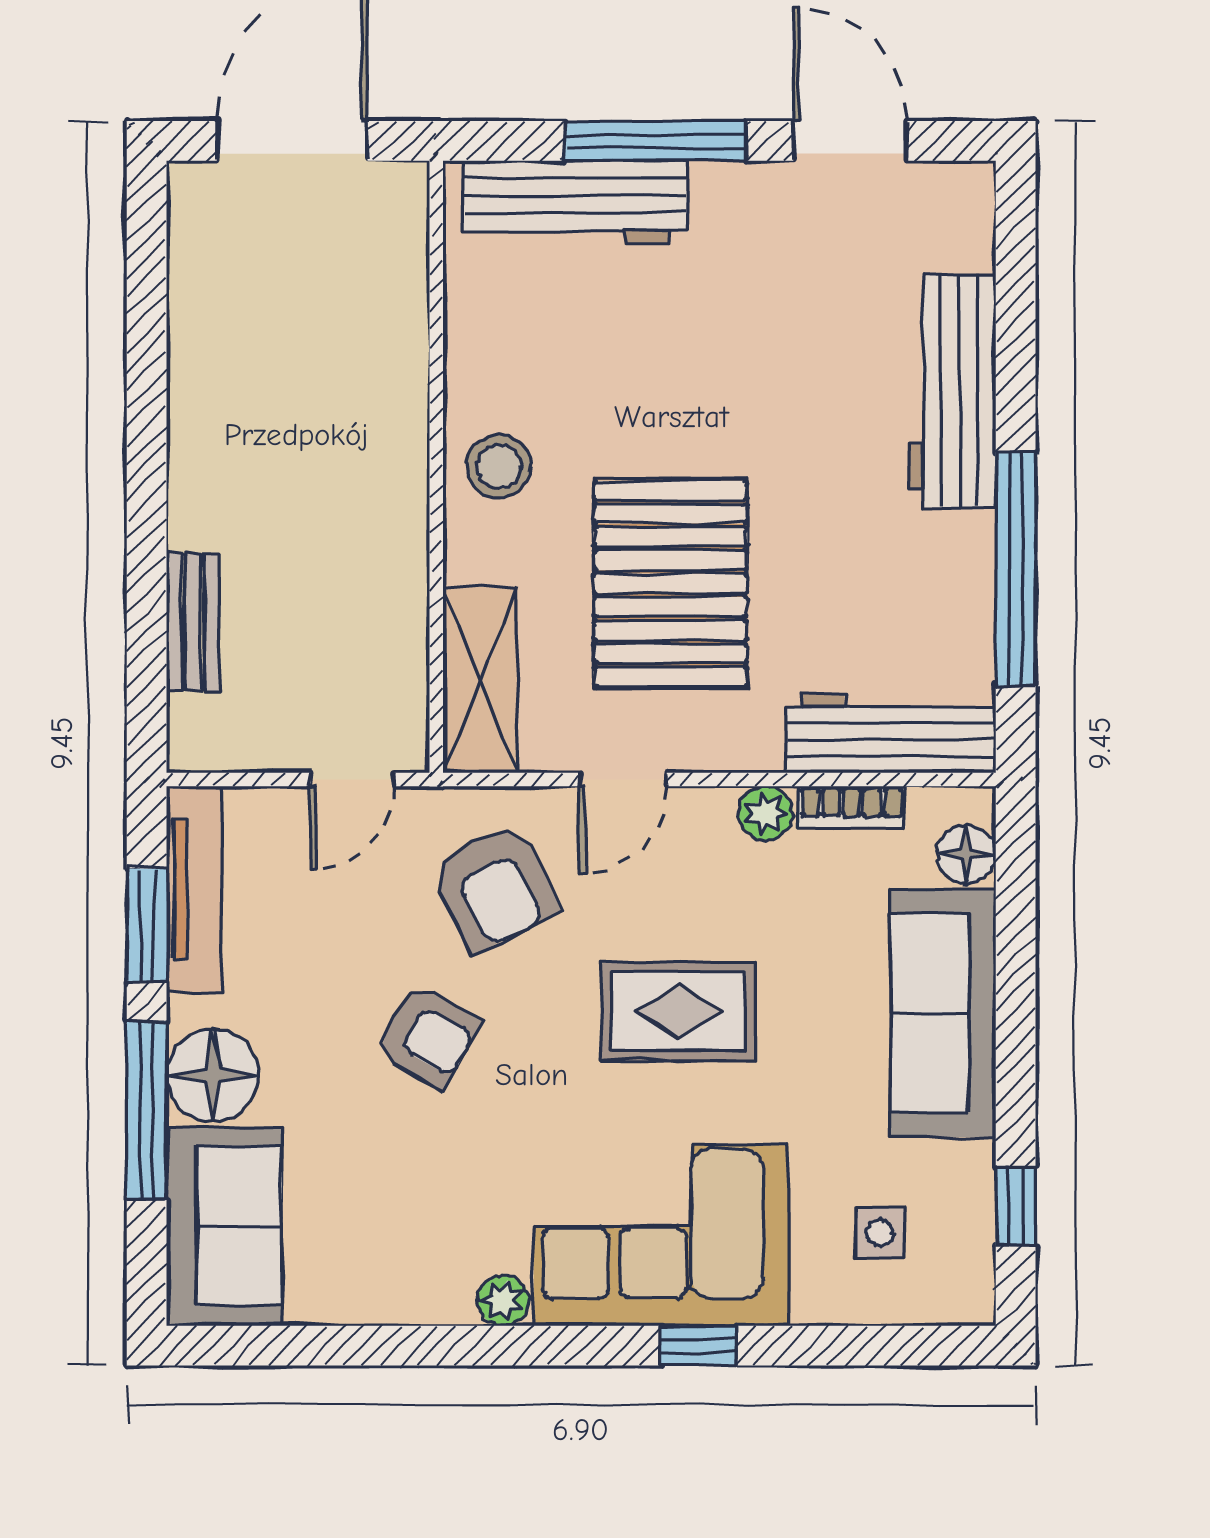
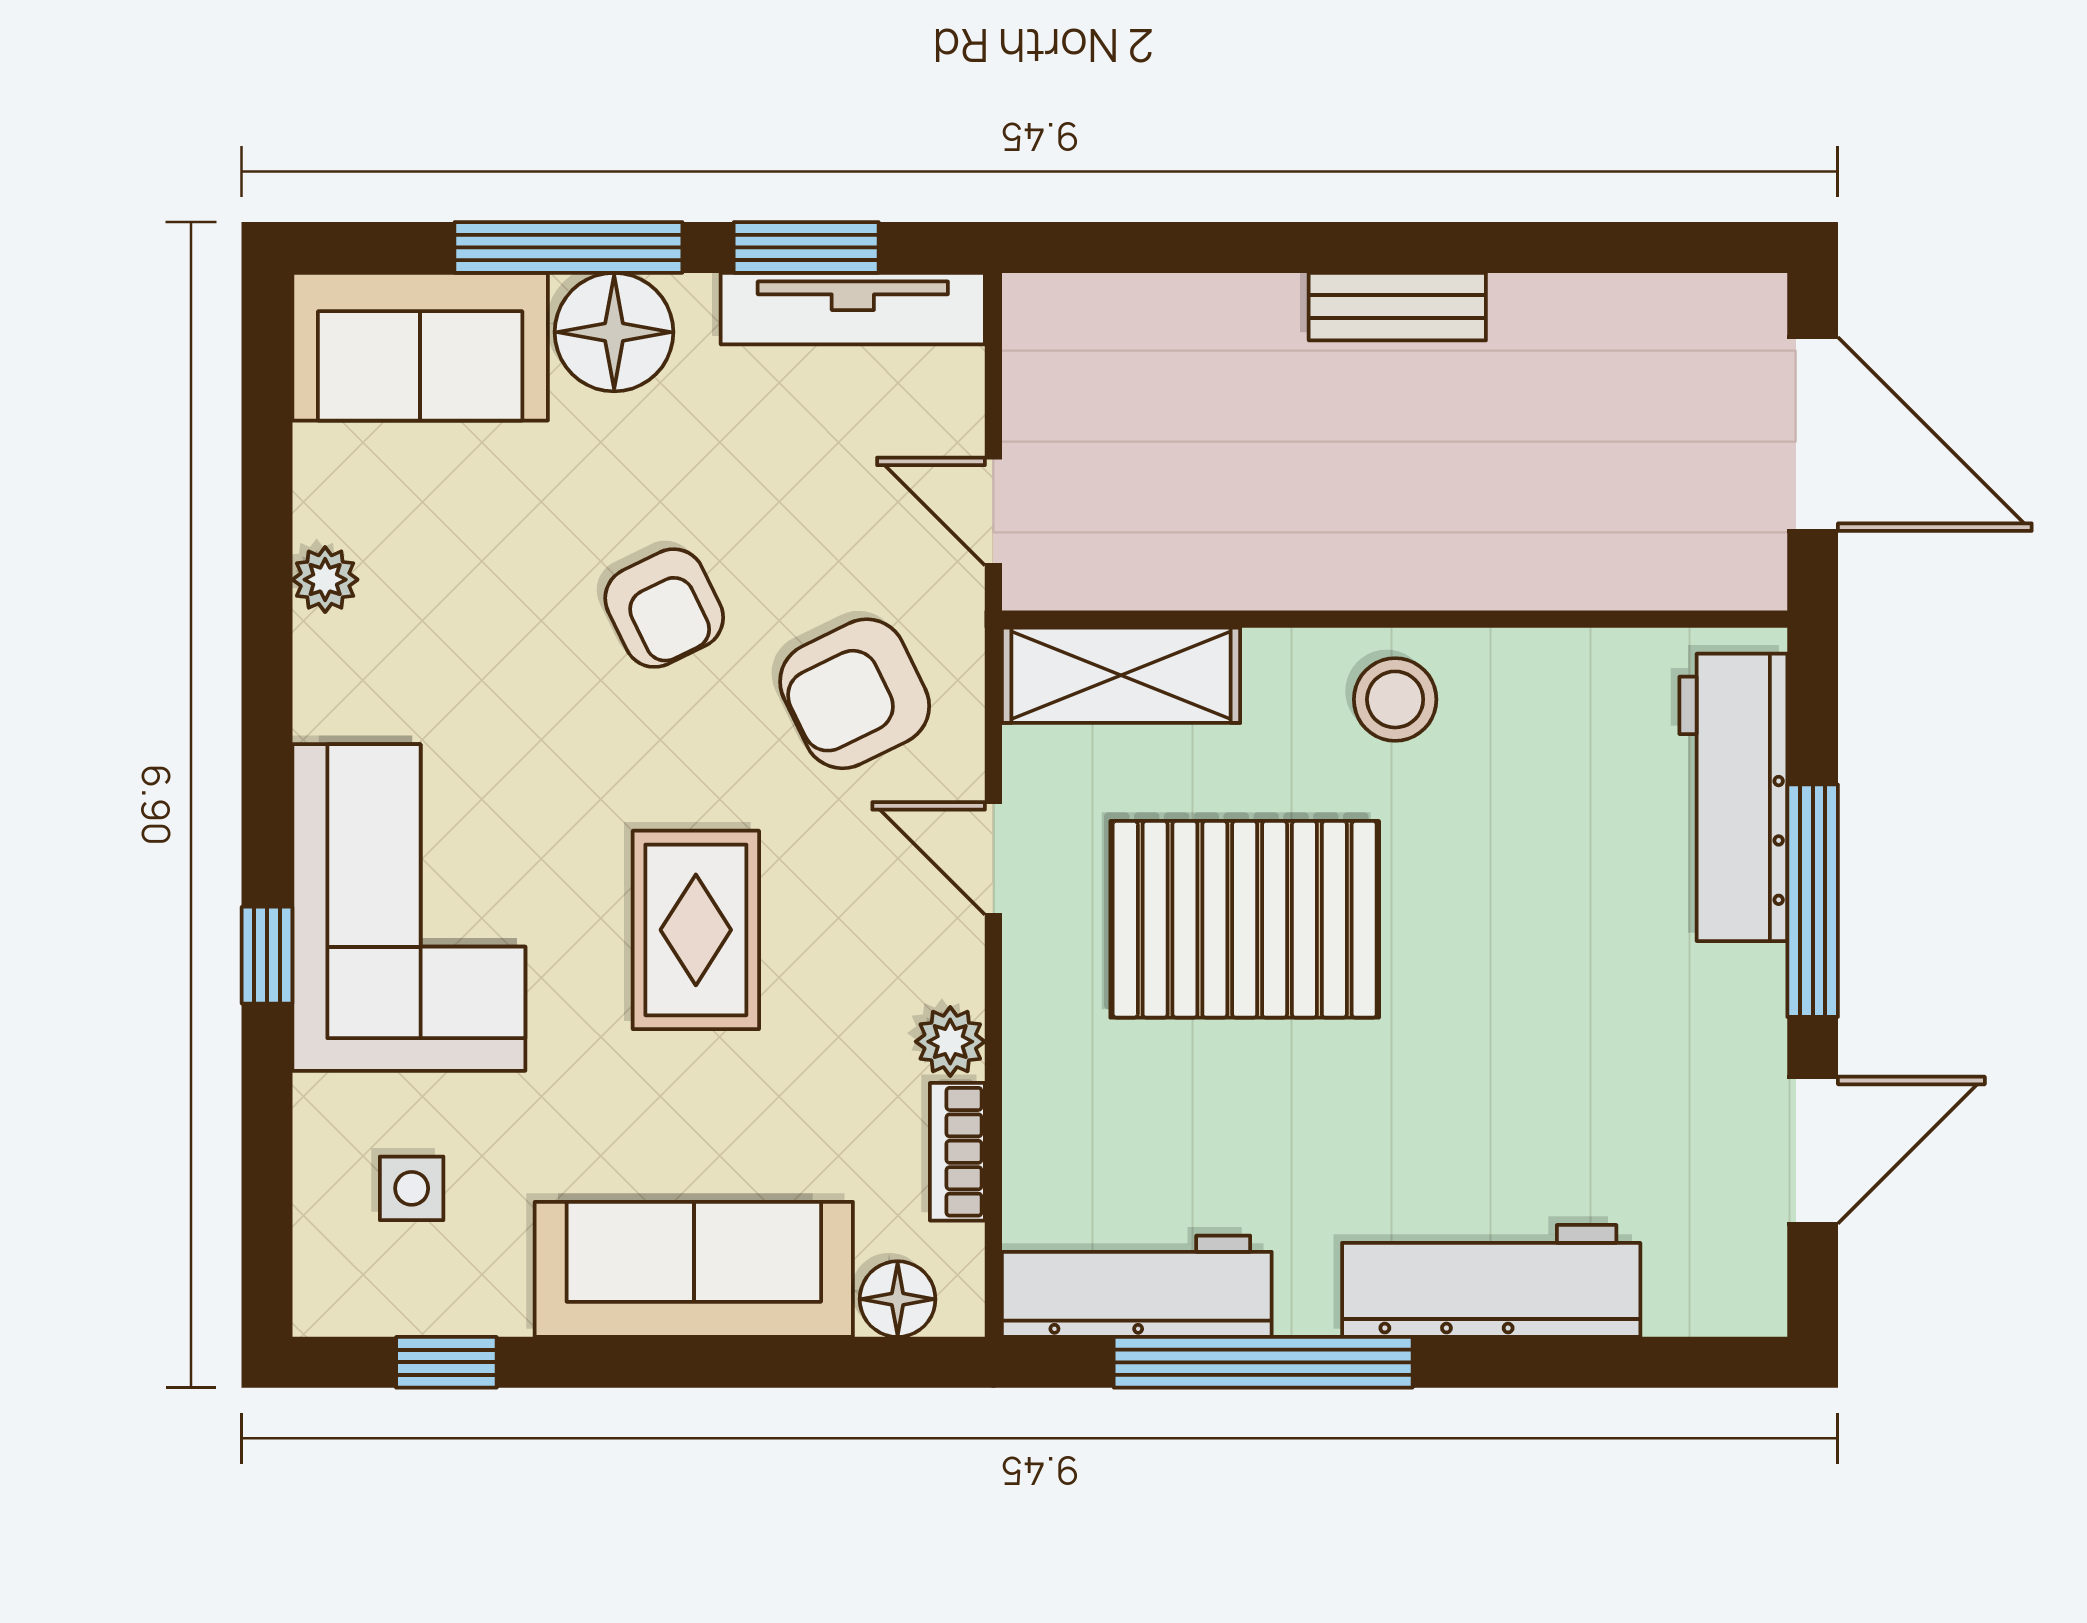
bench: (193, 622) -> (1397, 307), moved
workbench: (891, 733) -> (1137, 1286), moved, turned -90
armchair: (428, 1036) -> (664, 608), turned -55
plant: (503, 1300) -> (325, 580), moved

